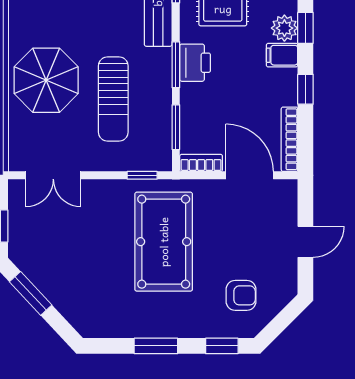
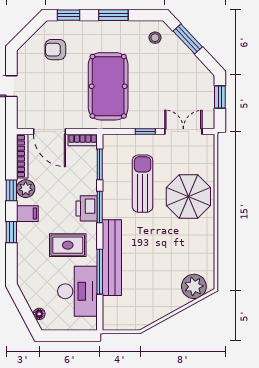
plant: (284, 28) -> (26, 189), moved
window: (142, 175) -> (145, 132), moved
window: (31, 293) -> (188, 39), moved
stool: (95, 313) -> (155, 38), added

